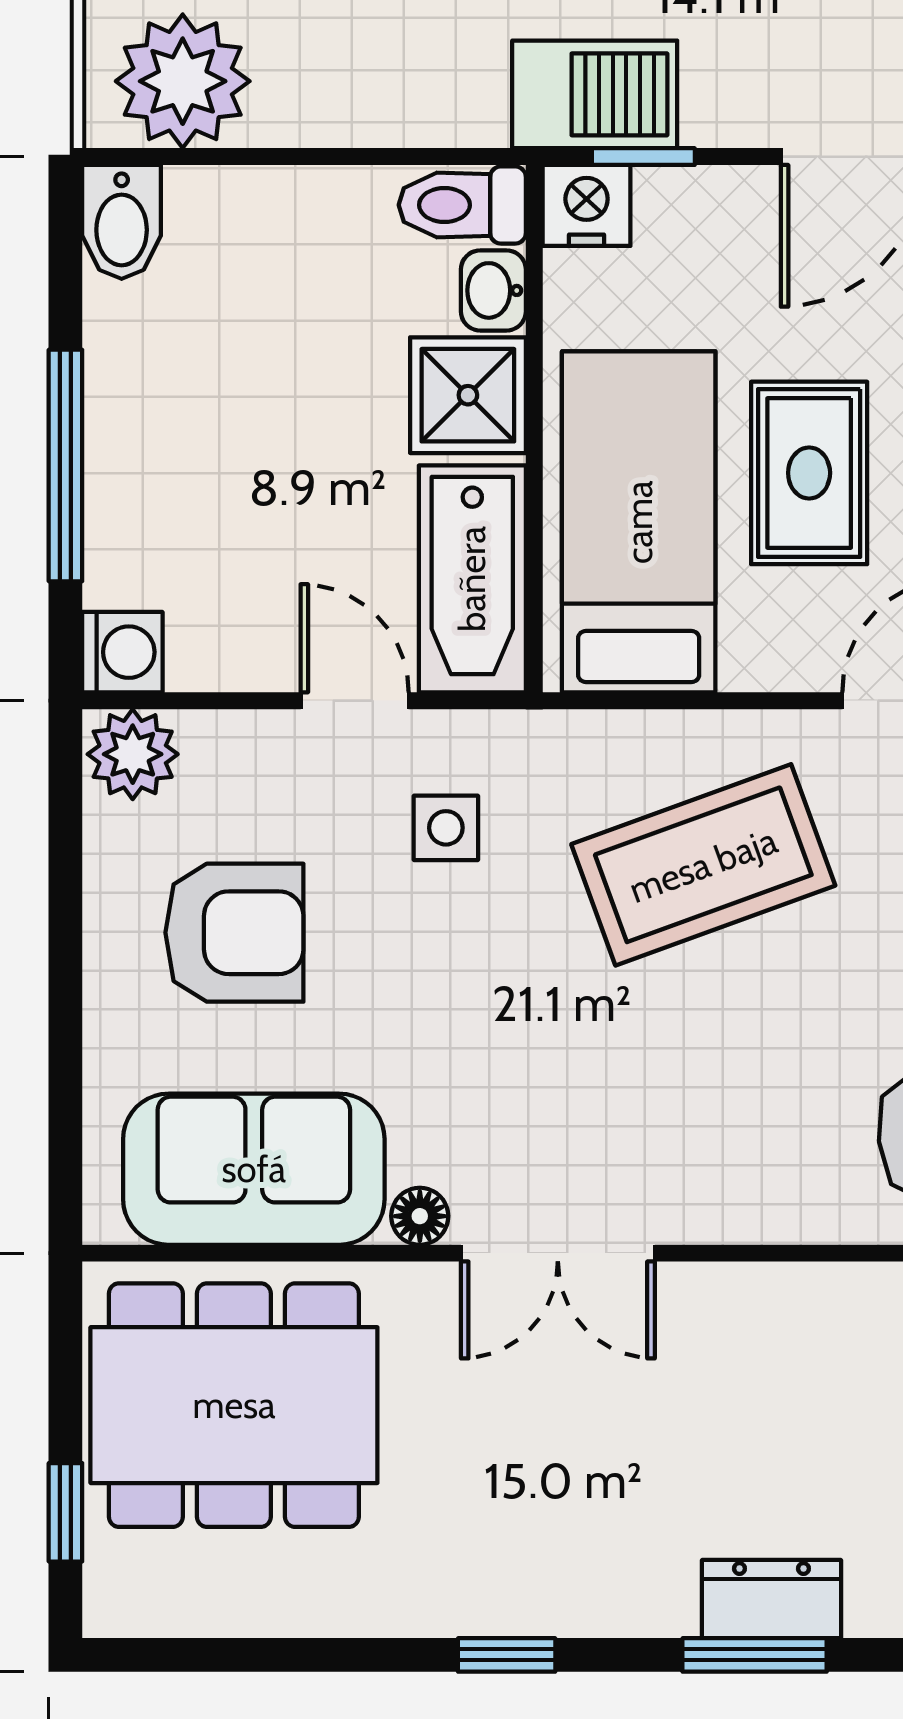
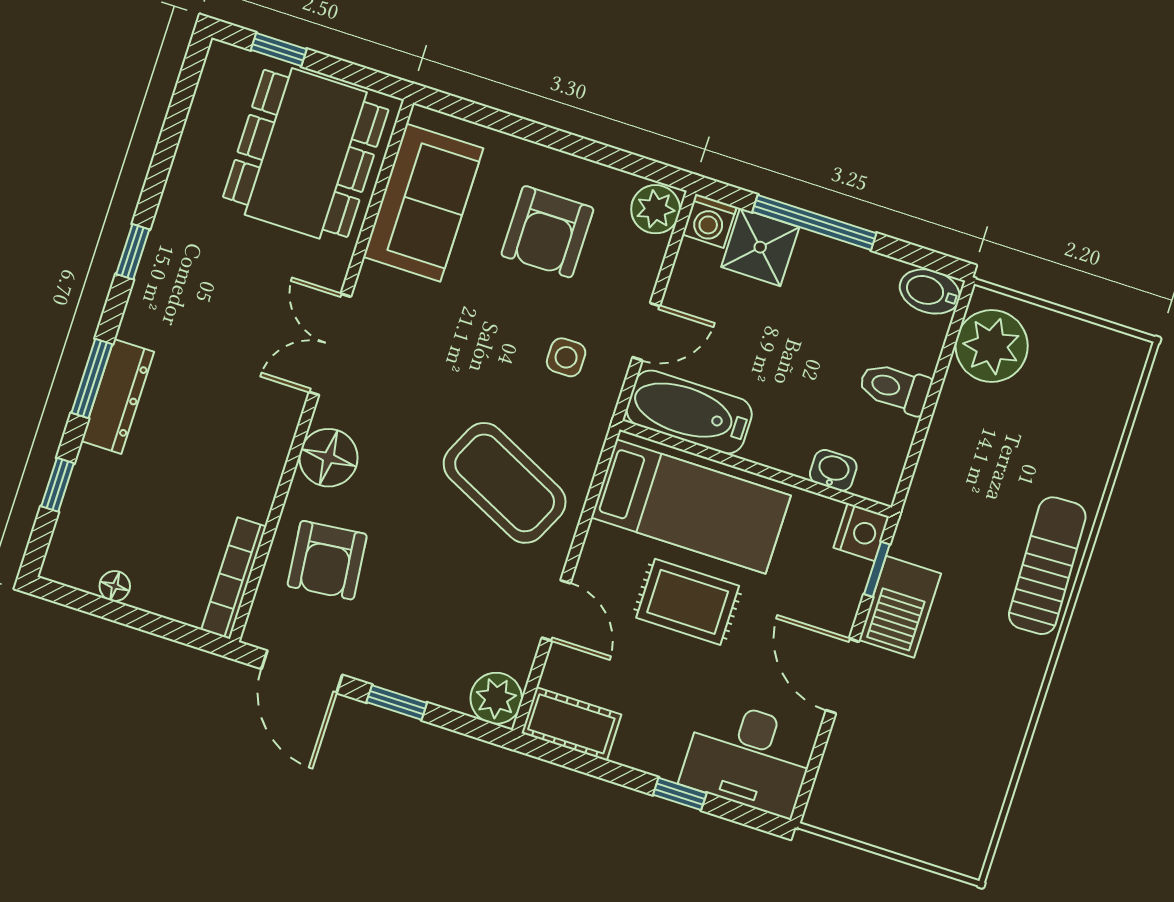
barbecue: (595, 94) -> (900, 607), moved
toilet: (462, 205) -> (895, 388), moved, turned -90
shower: (468, 395) -> (760, 247), moved
coffee table: (703, 865) -> (505, 483), turned -44
floor lamp: (420, 1216) -> (328, 458), moved, width x1.89, depth x1.89
dresser: (771, 1599) -> (118, 396), width x1.44

